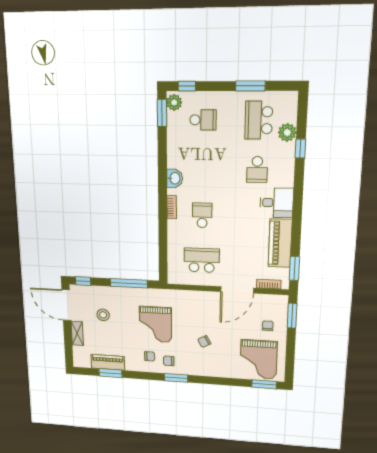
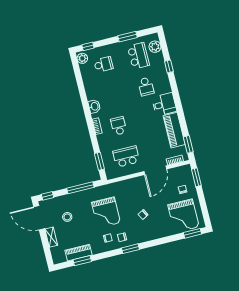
window: (162, 113) -> (99, 161), moved
school desk: (259, 120) -> (138, 56), turned 180
plant: (287, 133) -> (155, 47), moved

